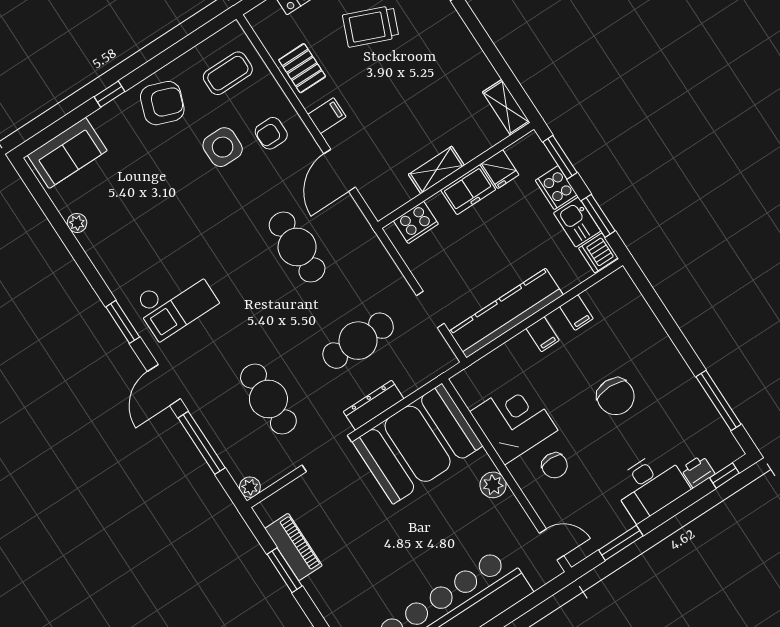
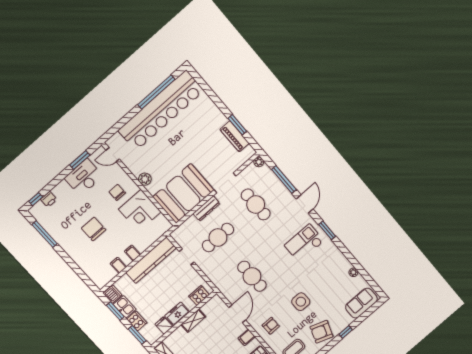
side table: (223, 147) -> (301, 302), moved
desk: (650, 486) -> (84, 177), moved

